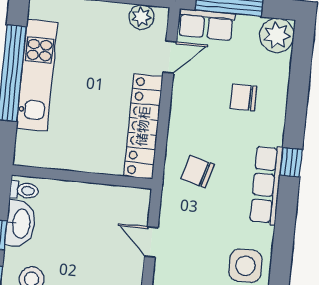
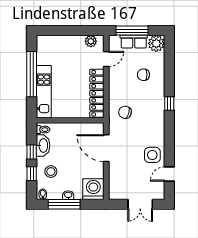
row of seats: (206, 25) -> (134, 42), moved
kitchen unit: (37, 75) -> (44, 92), moved
row of seats: (266, 185) -> (158, 115), removed
door: (151, 242) -> (106, 148), width x1.88

